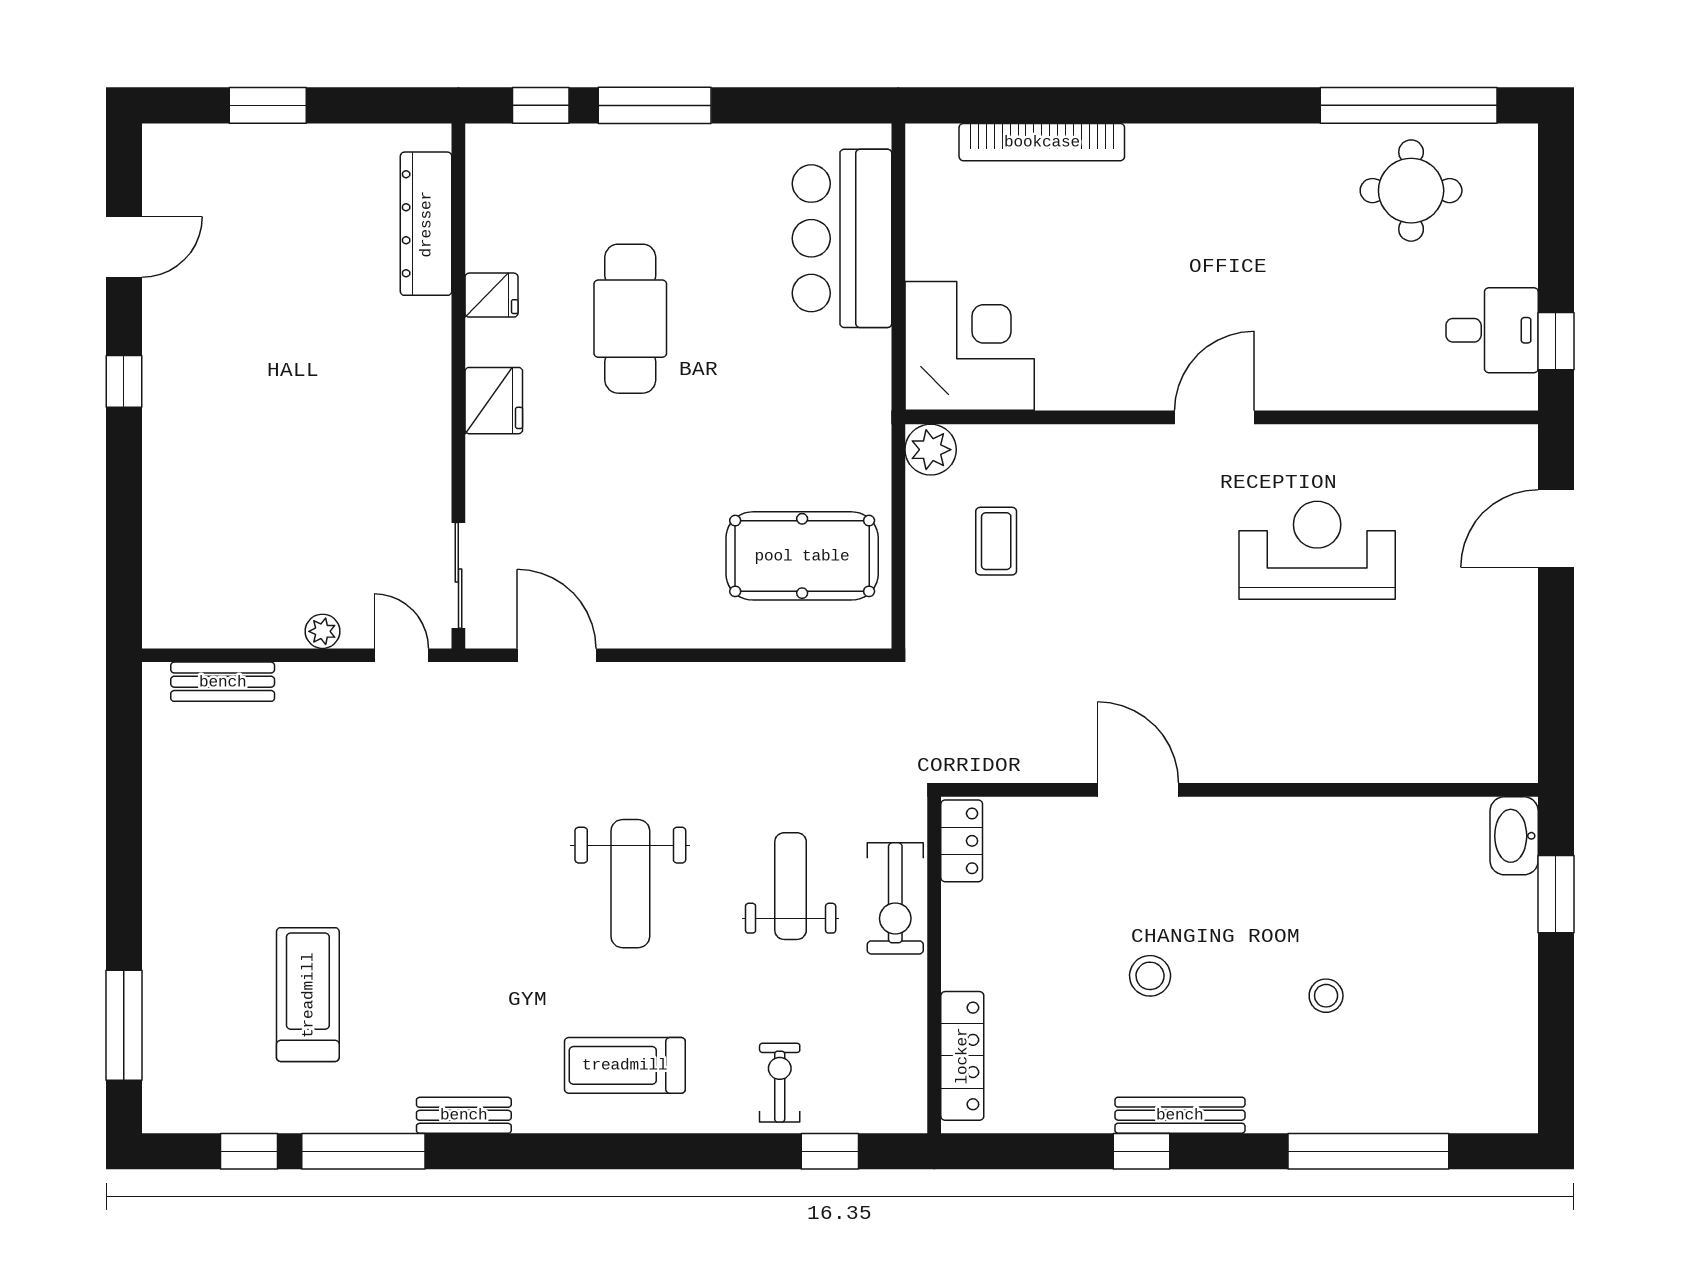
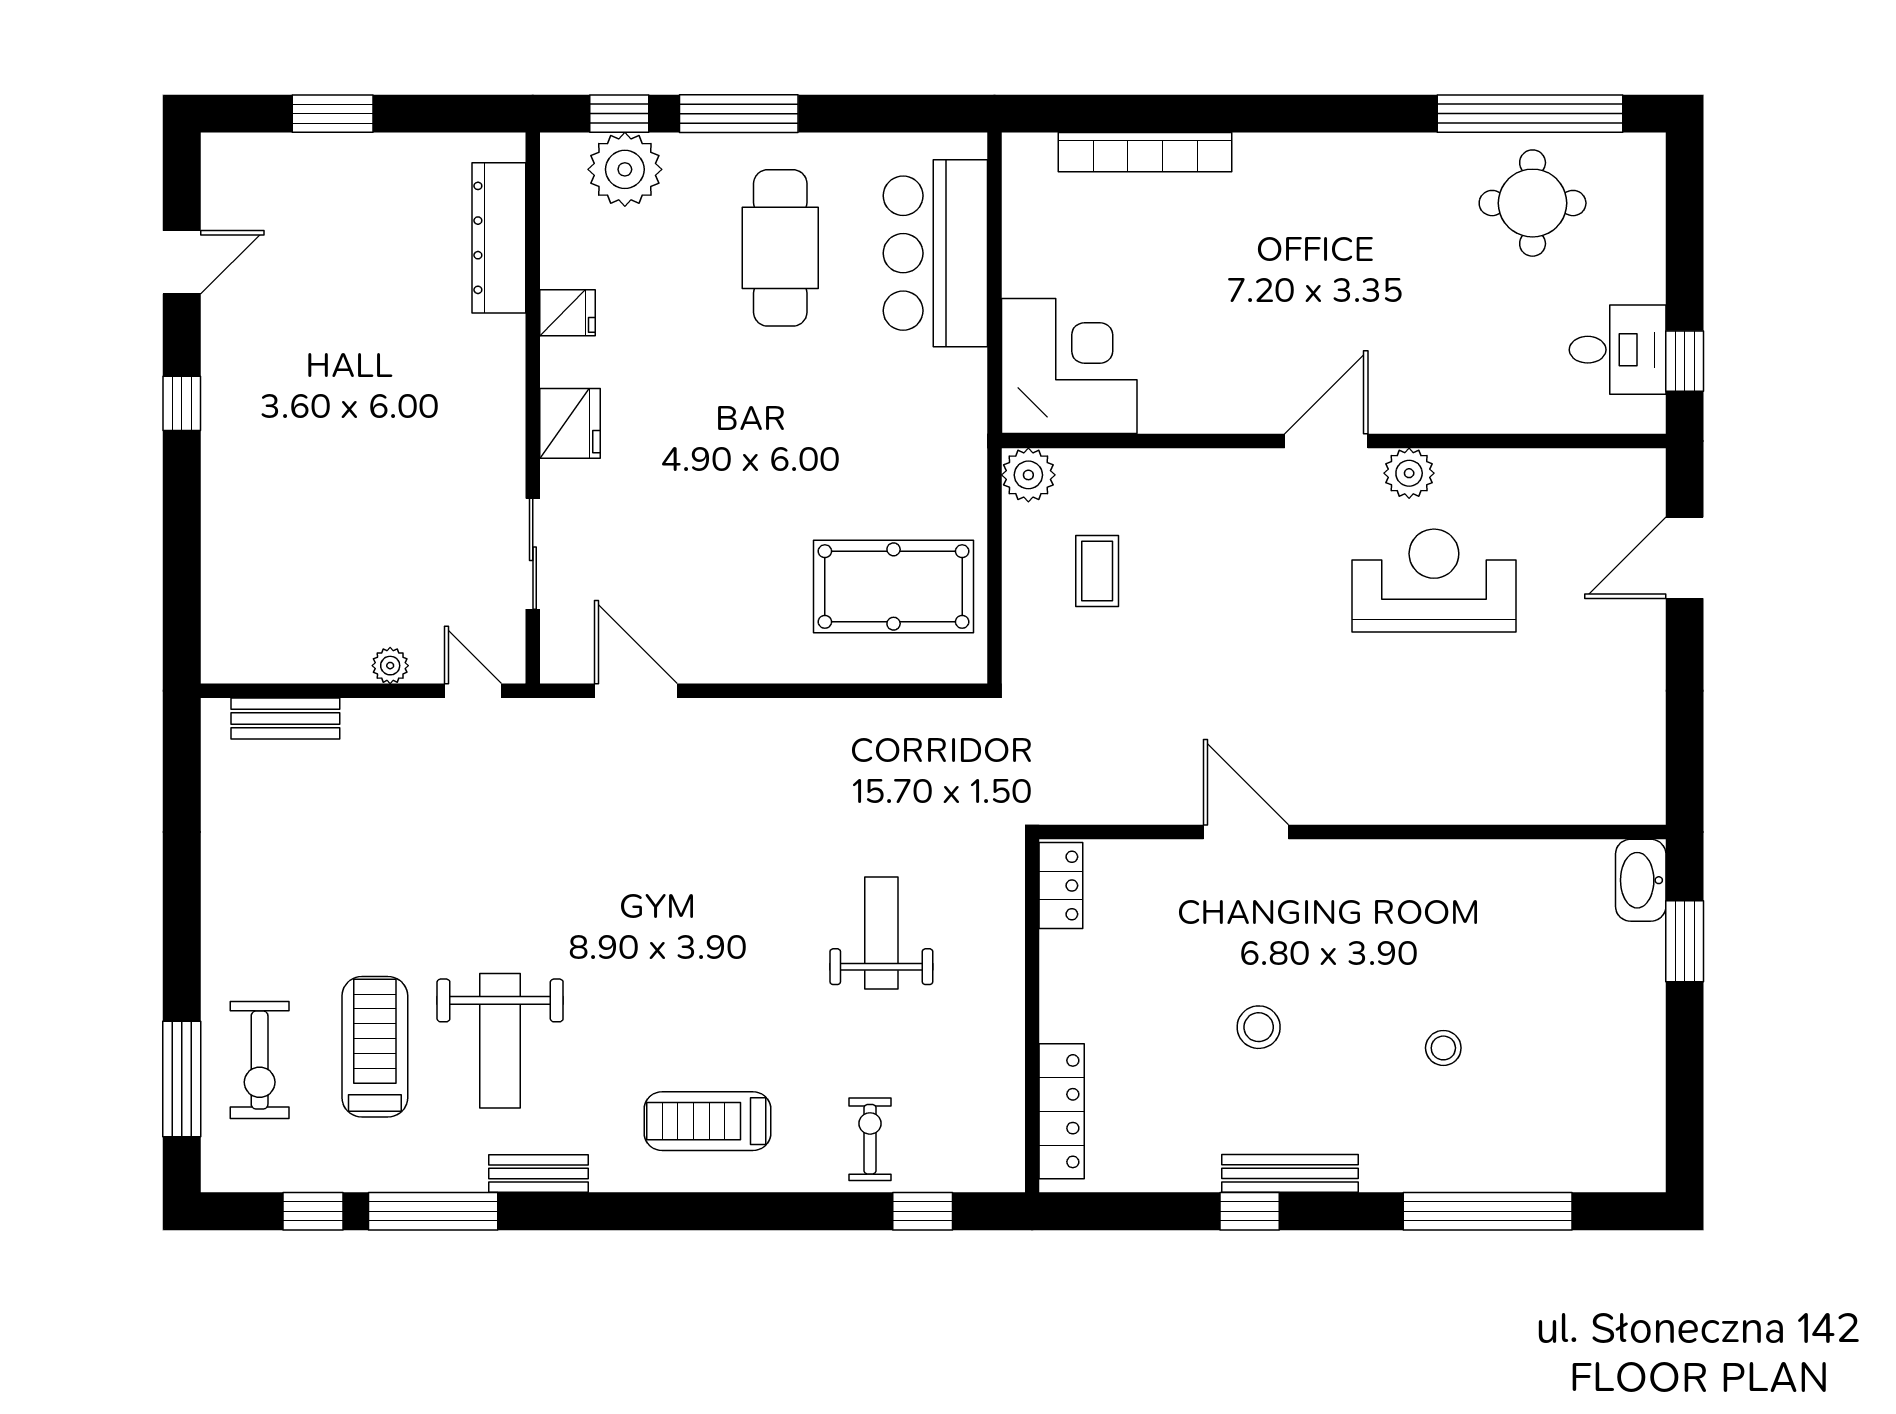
plant: (546, 158) -> (625, 169), added
cafe table: (630, 319) -> (780, 248), moved
plant: (1293, 448) -> (1409, 473), added
sliding door: (458, 575) -> (533, 554), moved
weight bench: (630, 884) -> (500, 1041), moved
exercise bike: (895, 898) -> (260, 1060), moved

